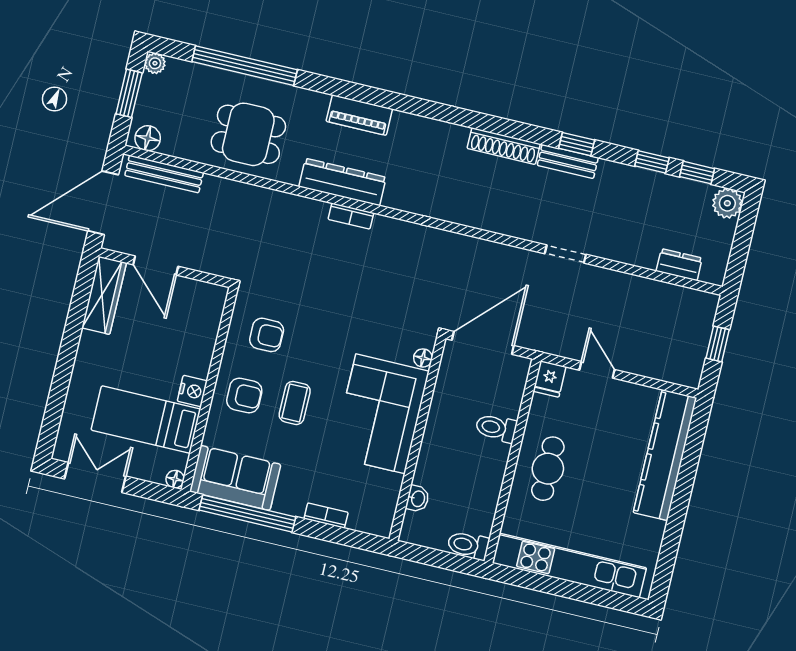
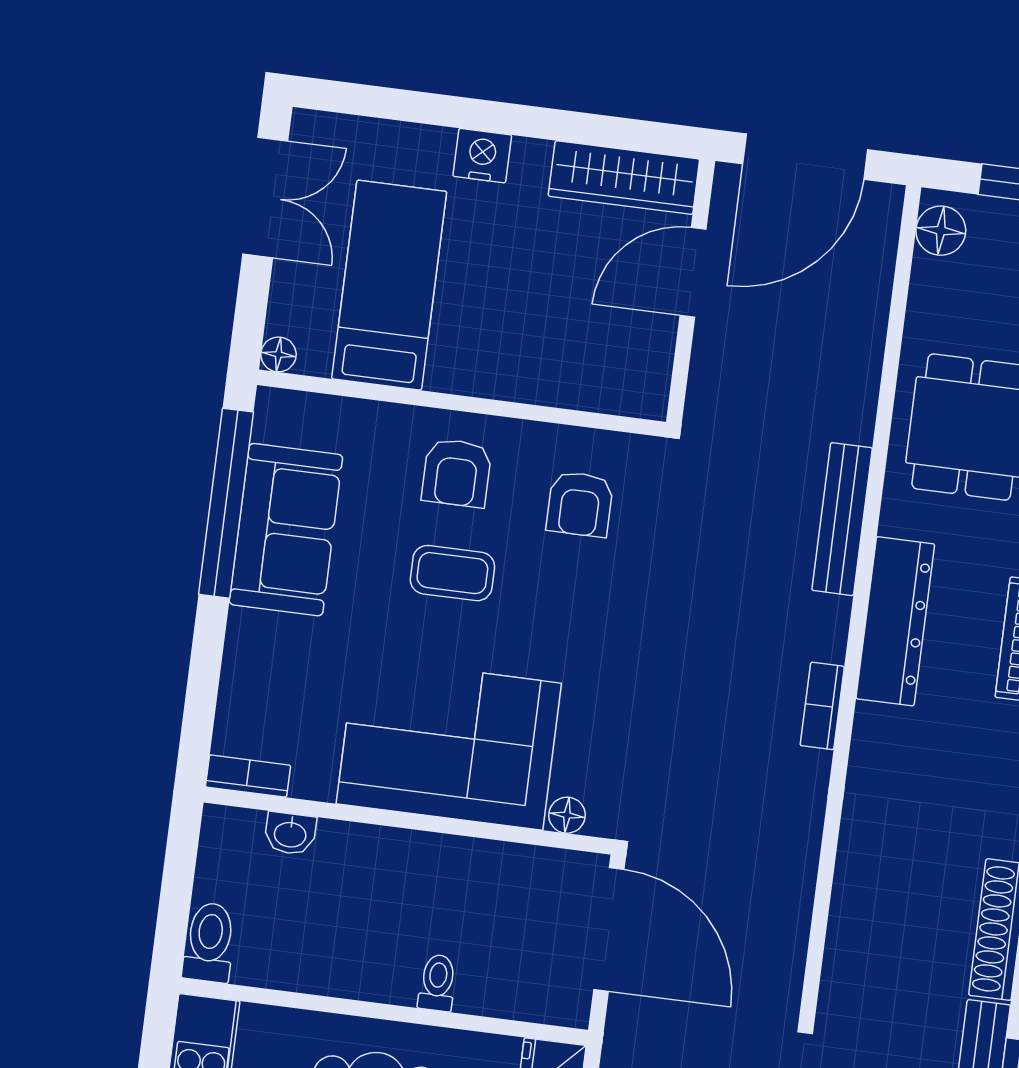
bench: (164, 174) -> (842, 519), moved
door: (103, 203) -> (805, 157), swing flipped
bookcase: (351, 216) -> (822, 706), moved
nightstand: (192, 391) -> (482, 156), moved, turned 180
toilet: (496, 428) -> (437, 983), width x0.73, depth x0.72
sofa: (235, 478) -> (286, 530), moved
bookcase: (326, 515) -> (248, 776), moved, turned -90

